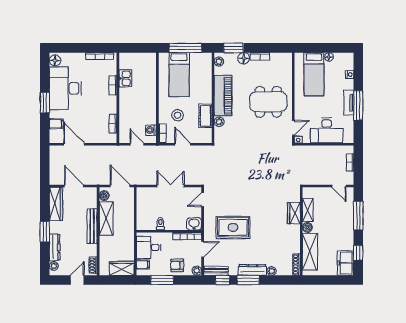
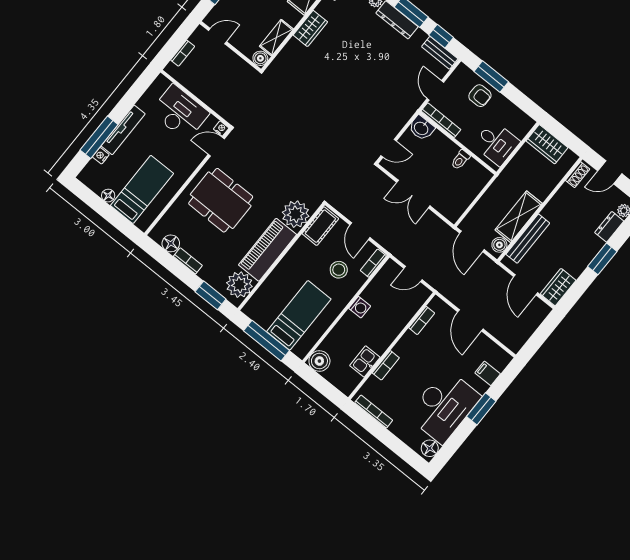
floor lamp: (244, 58) -> (171, 243), moved
boiler: (149, 59) -> (319, 361), added
plant: (219, 62) -> (239, 285), width x1.87, depth x1.87
tv unit: (349, 103) -> (123, 130), width x1.41
window: (358, 105) -> (99, 137), moved
cot: (205, 116) -> (320, 226), moved
plant: (219, 122) -> (296, 214), width x1.88, depth x1.88
washing machine: (151, 130) -> (360, 307), moved
door: (74, 144) -> (470, 320), moved
door: (137, 144) -> (413, 274), hinge flipped
door: (339, 186) -> (218, 36), hinge flipped
wardrobe: (56, 204) -> (558, 287), width x0.67
wardrobe: (294, 213) -> (310, 28), moved
bench: (92, 226) -> (528, 239), moved
rug: (233, 227) -> (380, 87), removed
boiler: (307, 227) -> (260, 58), moved
dresser: (55, 247) -> (609, 227), width x0.70
door: (203, 249) -> (435, 90), hinge flipped
filing cabinet: (143, 265) -> (519, 129), removed
plant: (197, 271) -> (462, 71), removed
window: (162, 280) -> (491, 77), moved

